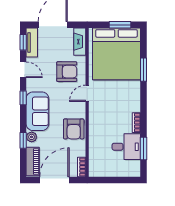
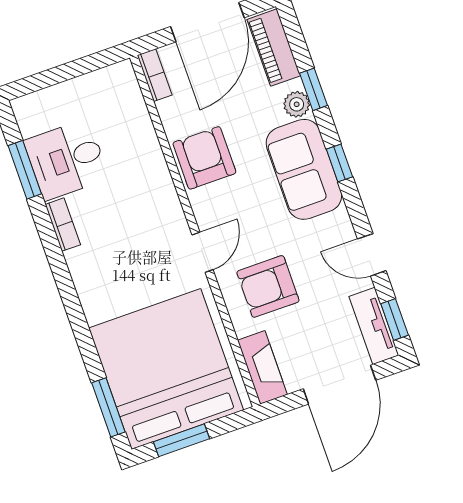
window: (143, 70) -> (108, 407), moved
window: (23, 98) -> (339, 163), moved

